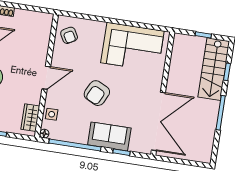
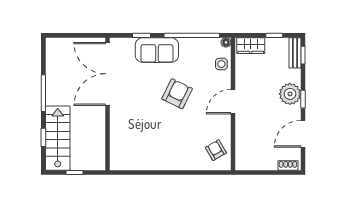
corner sofa: (132, 47) -> (147, 148), removed
wardrobe: (30, 118) -> (251, 46), moved, turned 90

